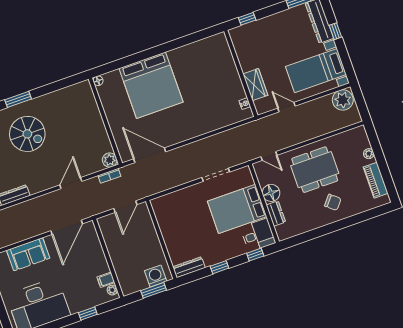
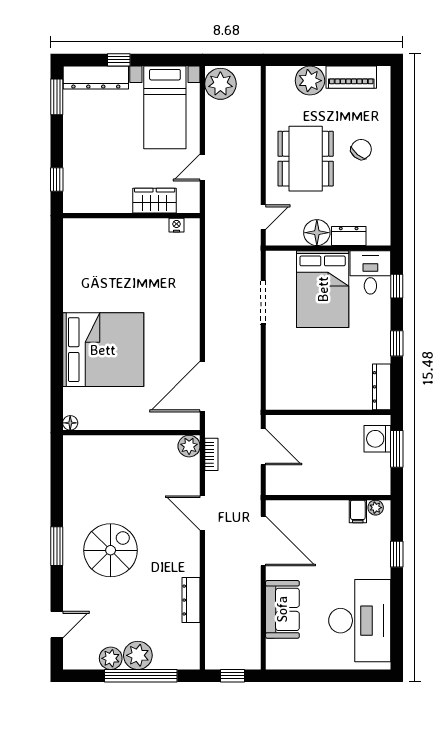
plant: (369, 154) -> (310, 81), width x1.88, depth x1.88

